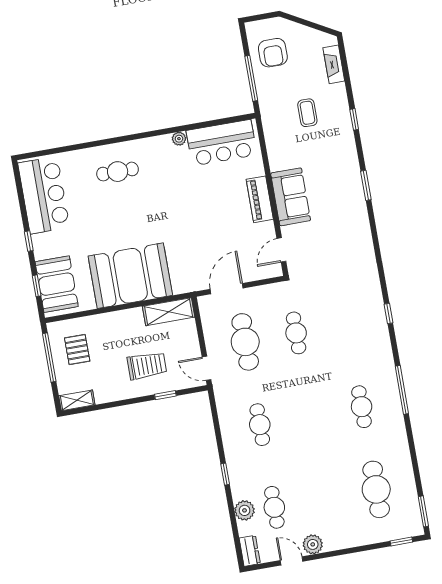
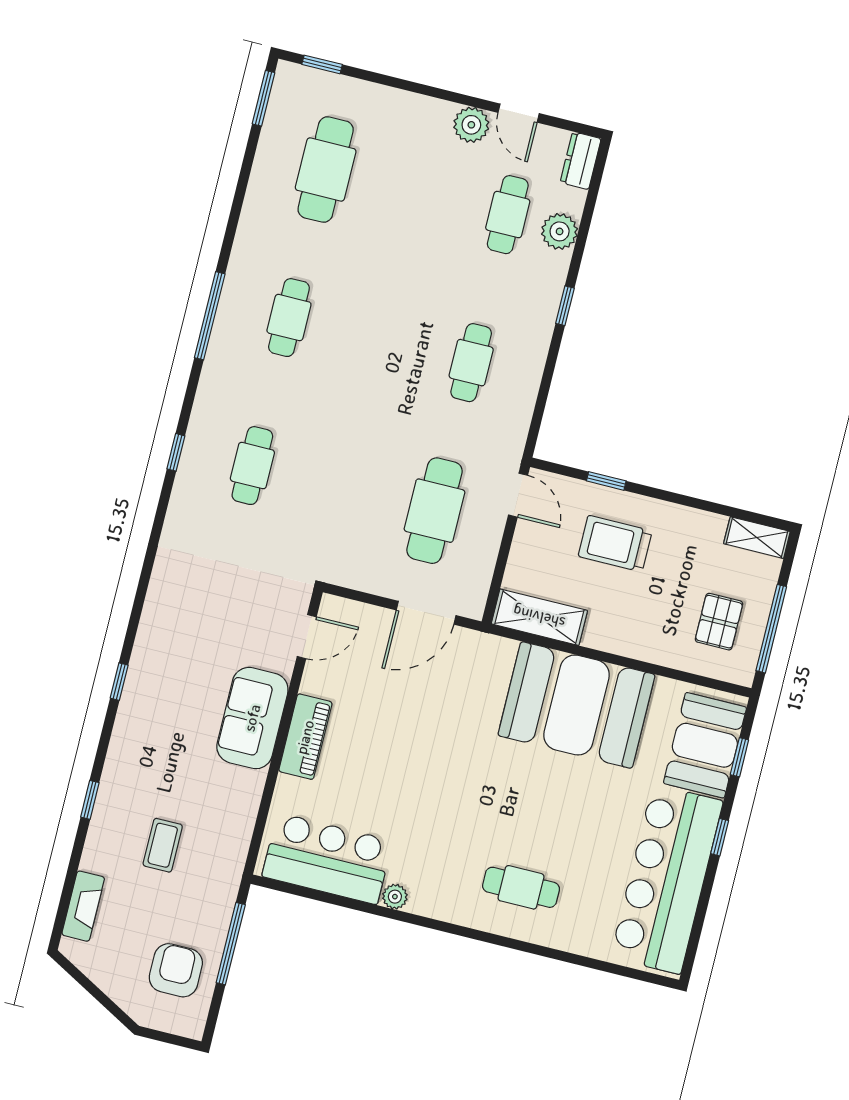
window: (366, 185) -> (119, 682), width x0.67
bar counter: (44, 195) -> (667, 879), width x1.36
cafe table: (296, 333) -> (252, 466), moved

